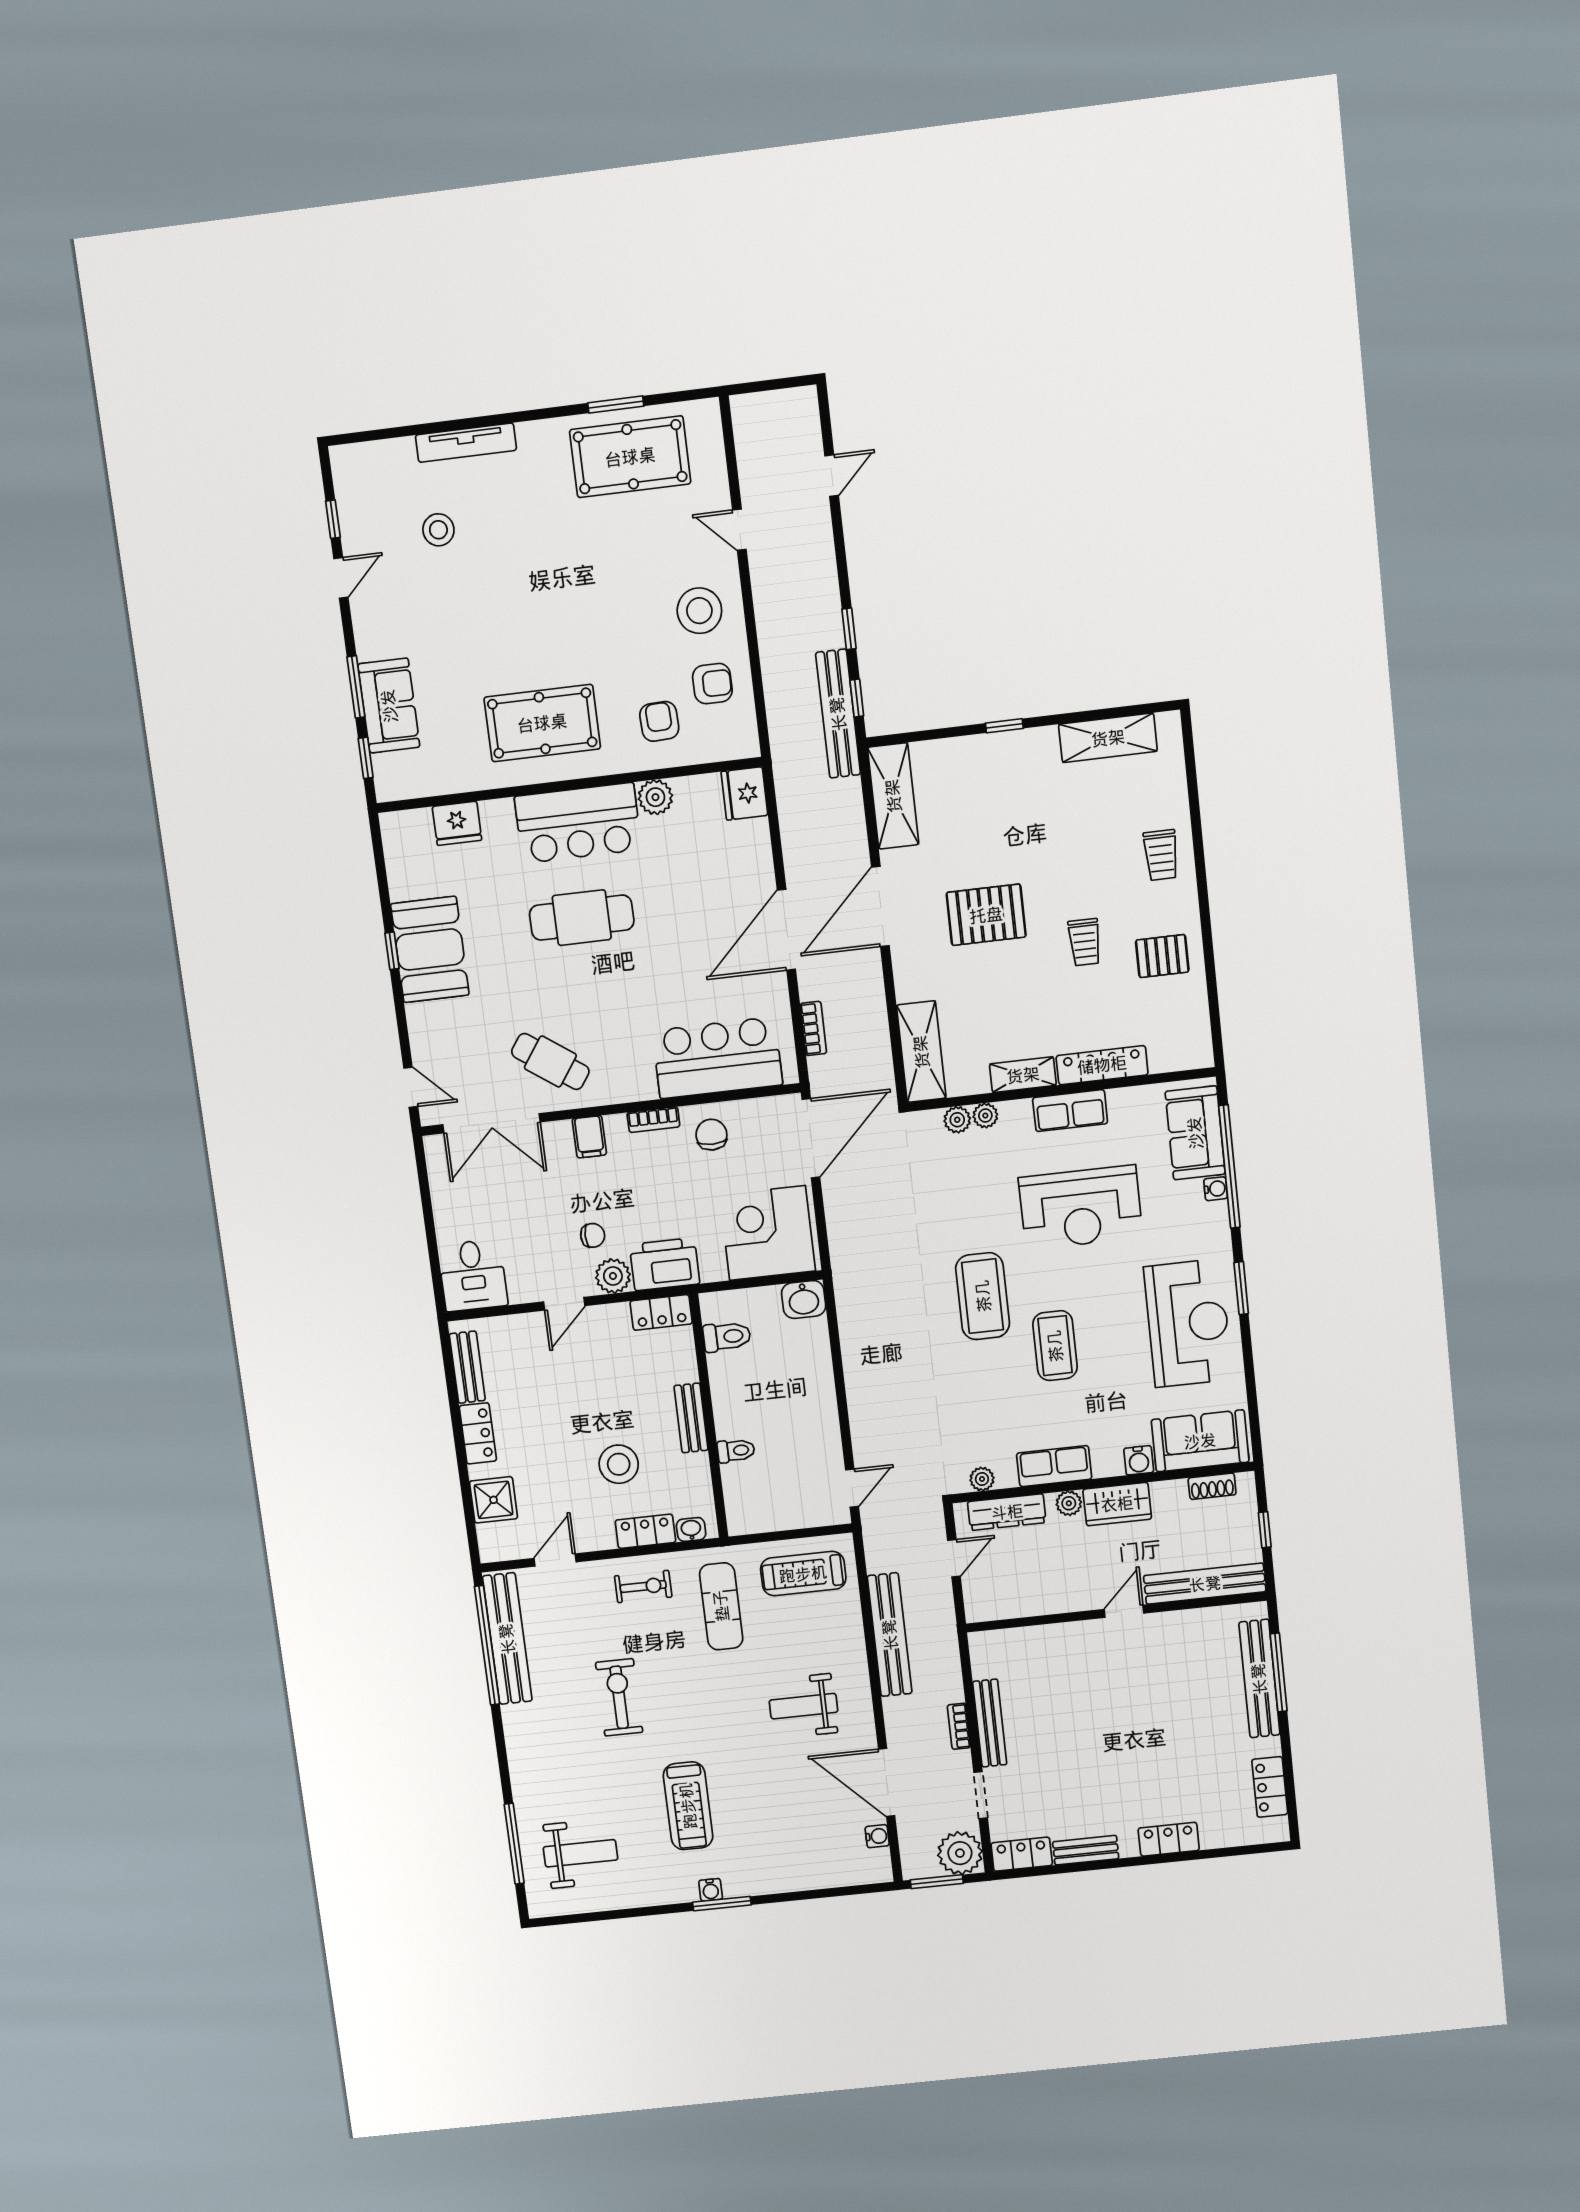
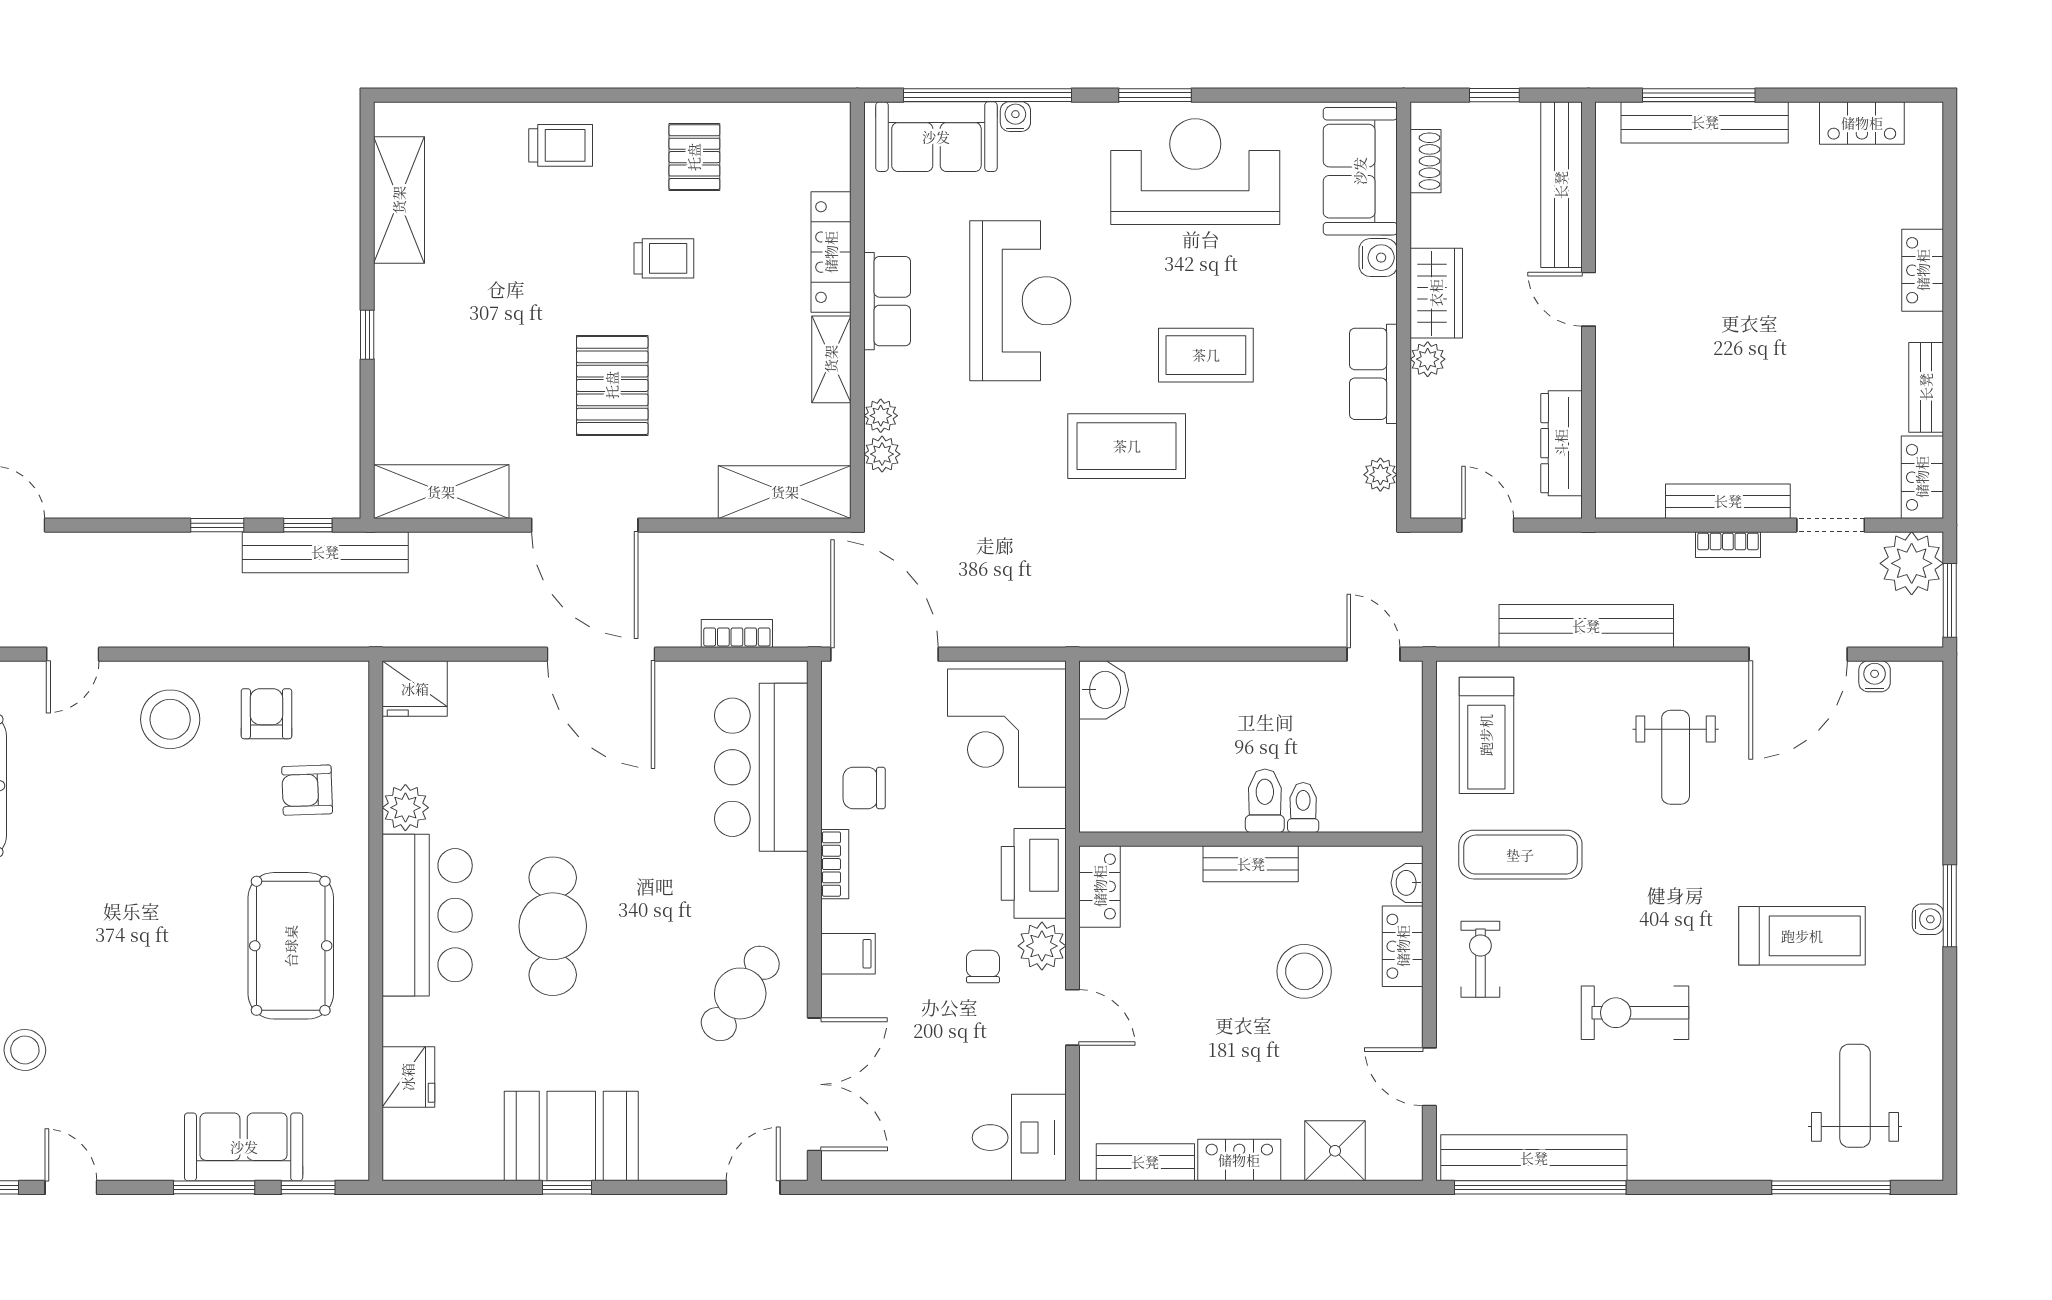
toilet: (727, 1337) -> (1265, 801), moved
dresser: (1007, 1512) -> (1561, 443), moved, turned 180

